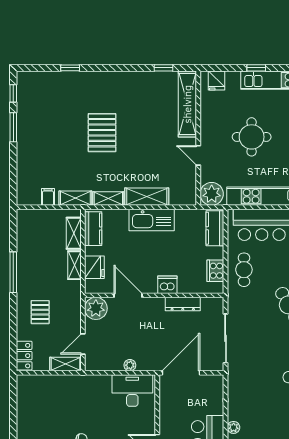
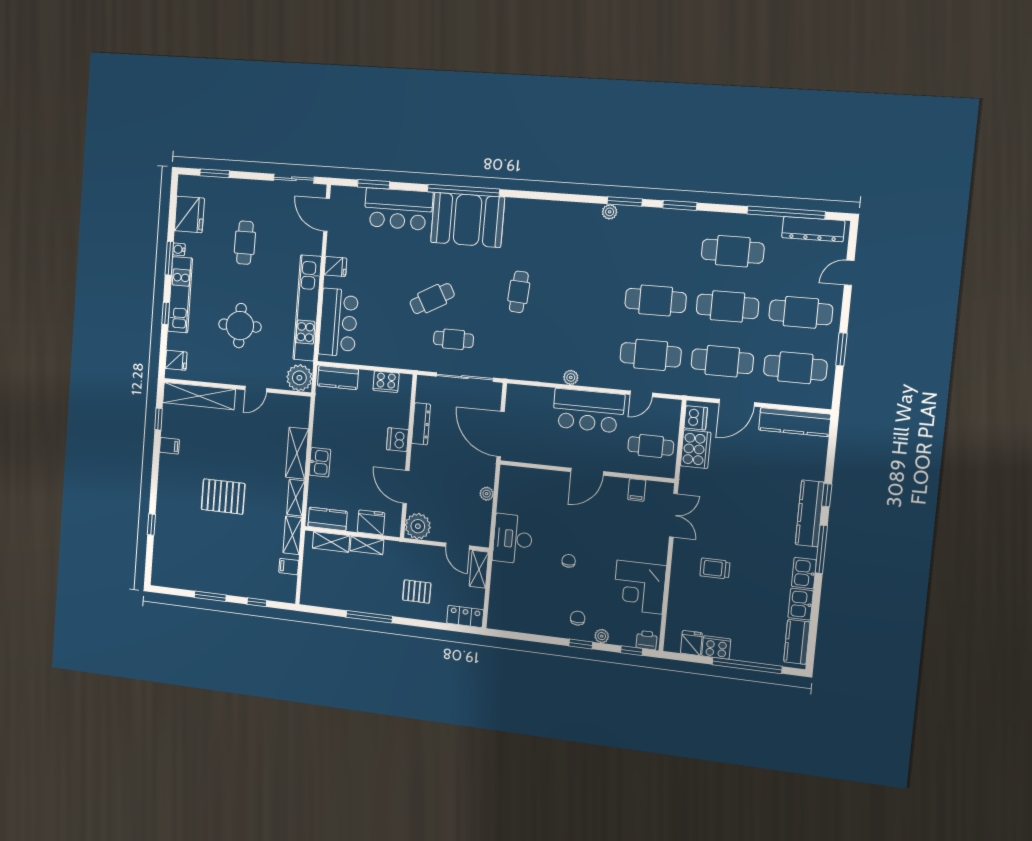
filing cabinet: (141, 80) -> (169, 446), added
window: (13, 93) -> (257, 602), moved
kitchen sink: (152, 220) -> (320, 462), width x0.53, depth x0.81
cafe table: (244, 270) -> (454, 339), moved
door: (128, 295) -> (406, 487), hinge flipped
desk: (132, 391) -> (513, 539), moved

